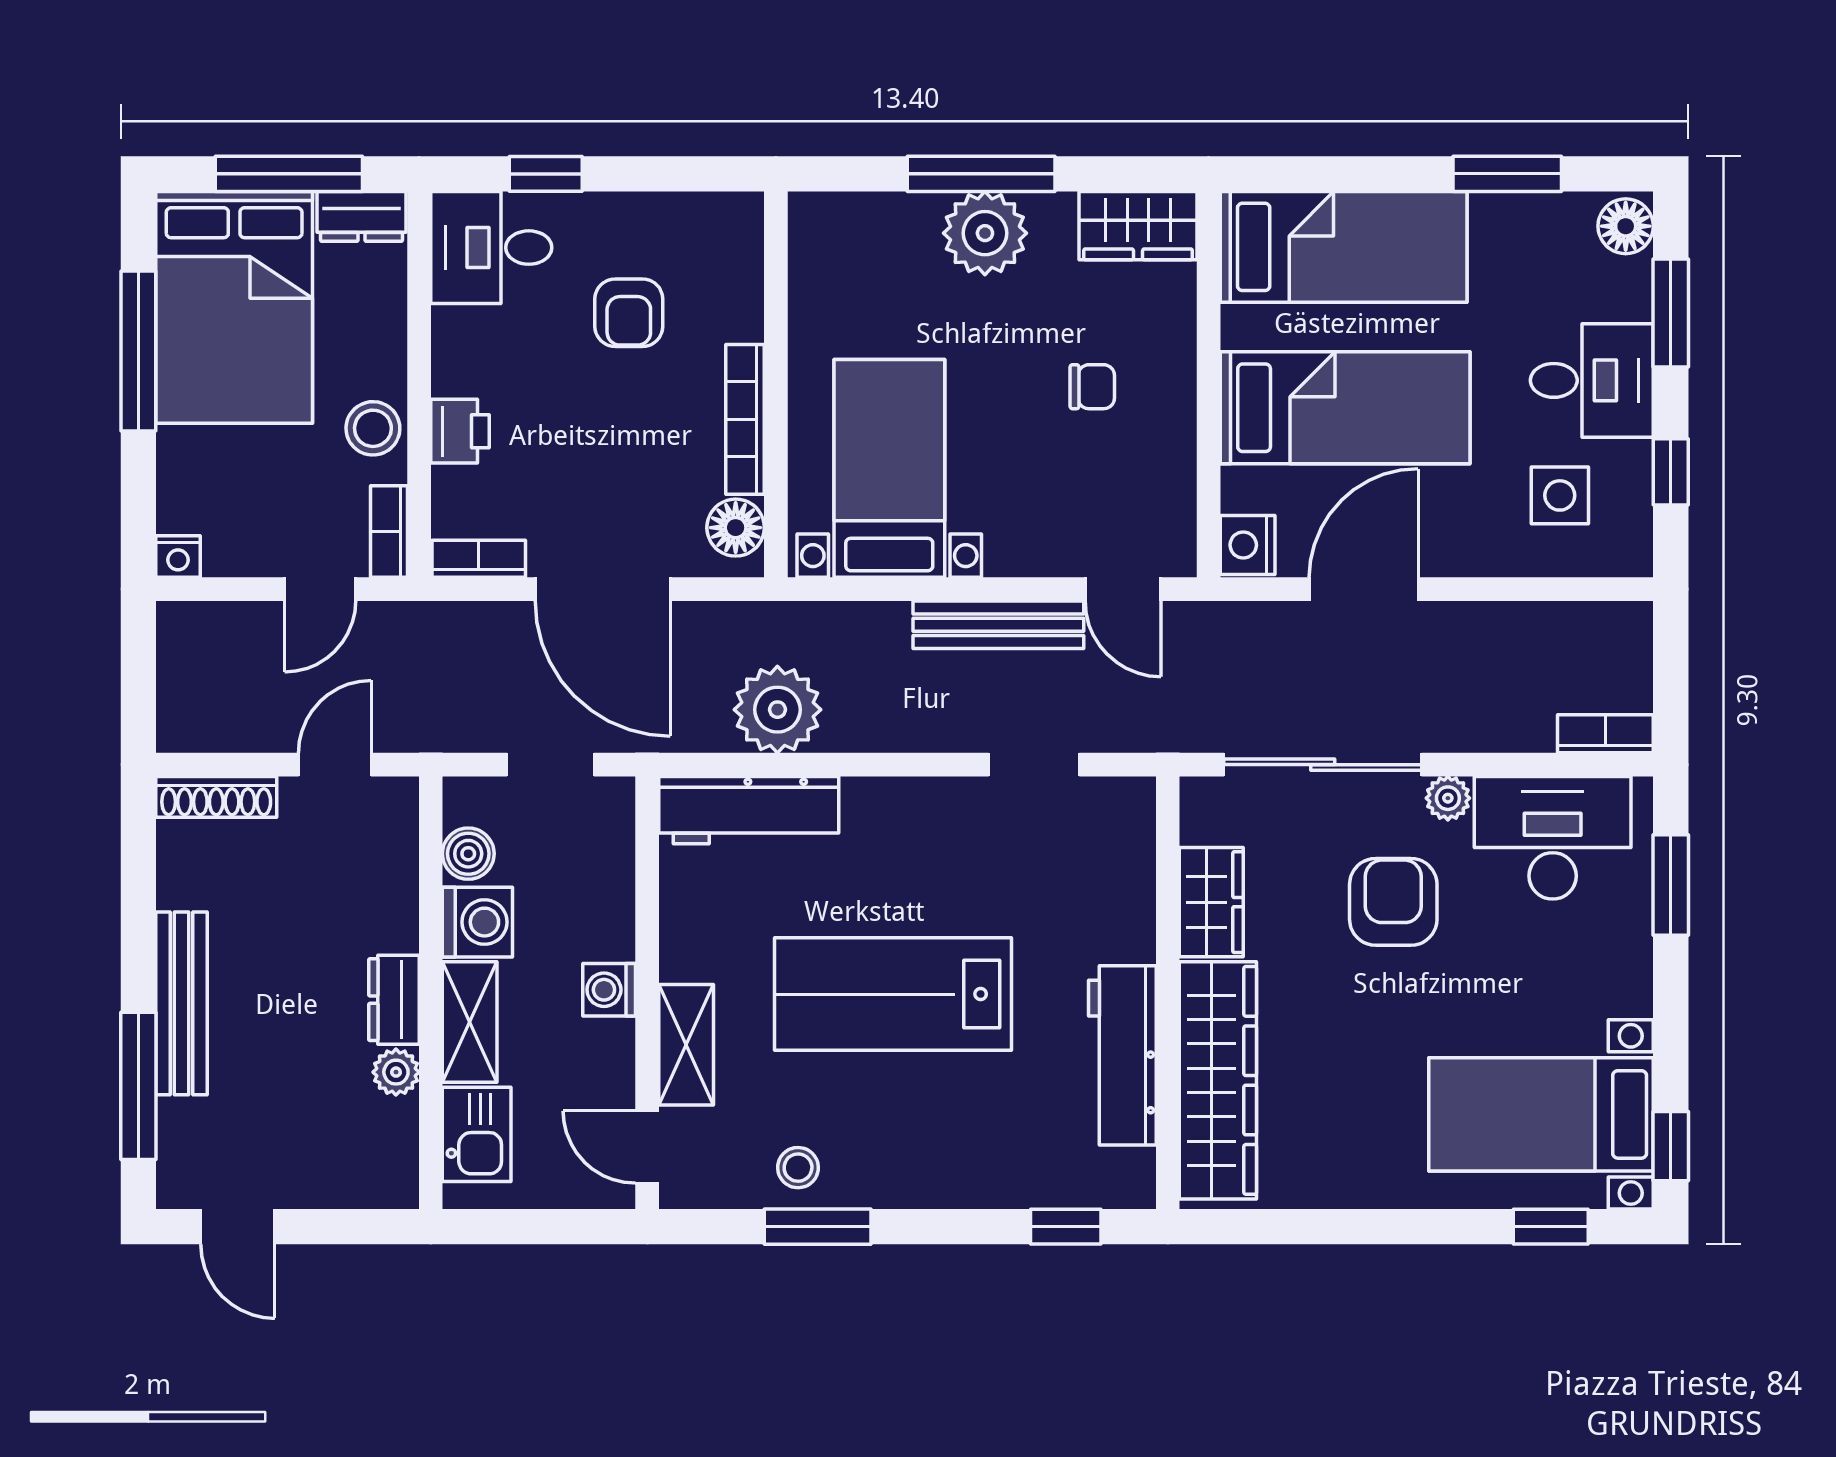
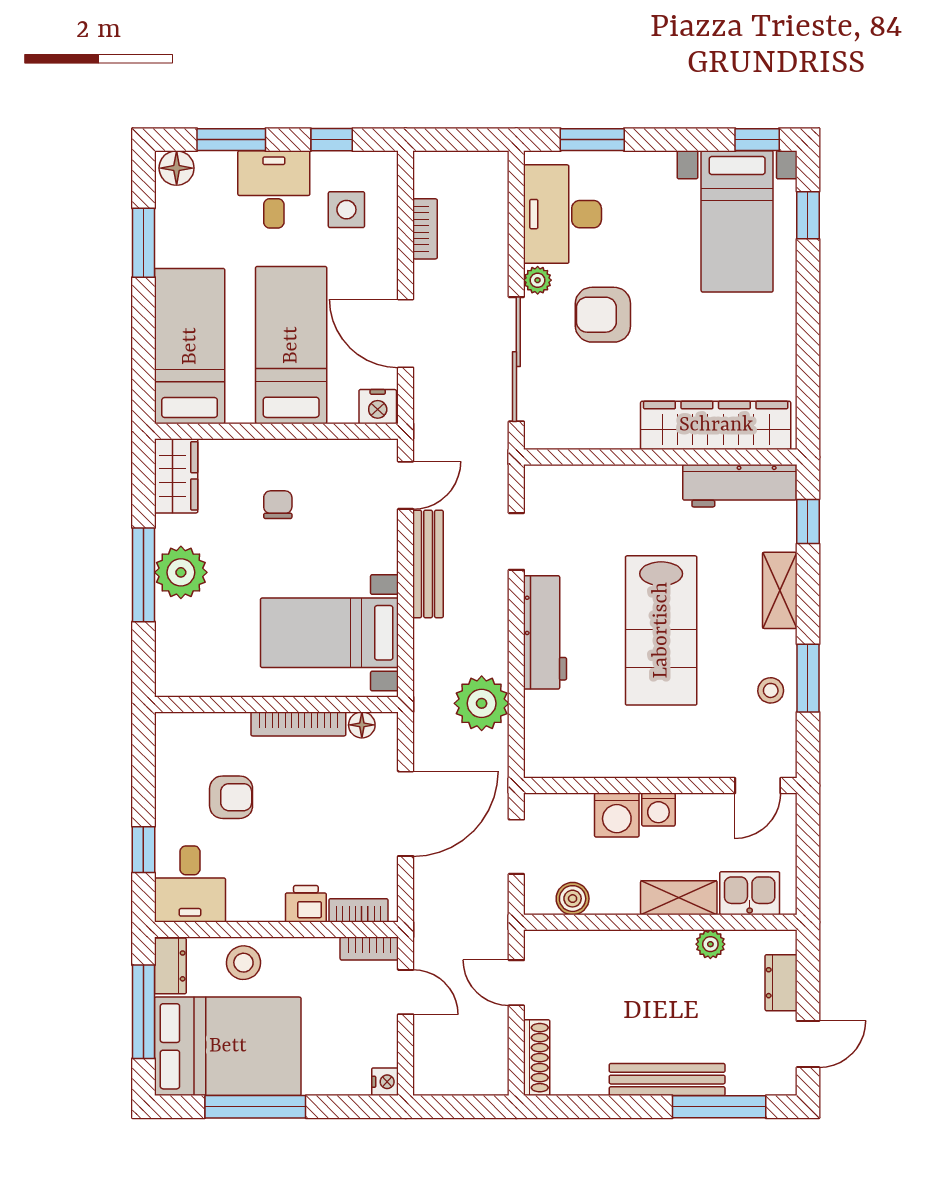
stool: (373, 428) -> (243, 963), moved
floor lamp: (736, 528) -> (362, 725), width x0.73, depth x0.73
bookcase: (479, 559) -> (358, 910), moved, turned 90
bookcase: (1605, 734) -> (425, 229), moved, turned 180
workbench: (749, 810) -> (545, 632), moved
wardrobe: (1211, 902) -> (603, 430), removed
washing machine: (477, 922) -> (617, 815), moved, turned 180
dresser: (394, 1000) -> (781, 983), moved, turned 90
shelving: (686, 1045) -> (780, 590), moved, turned 90
workbench: (1122, 1055) -> (740, 486), moved

